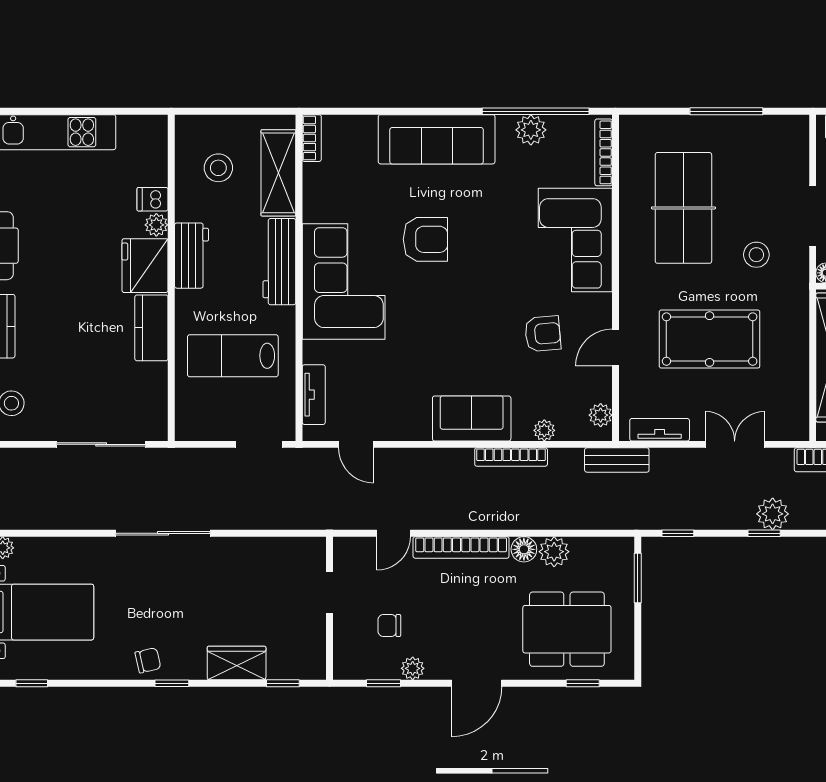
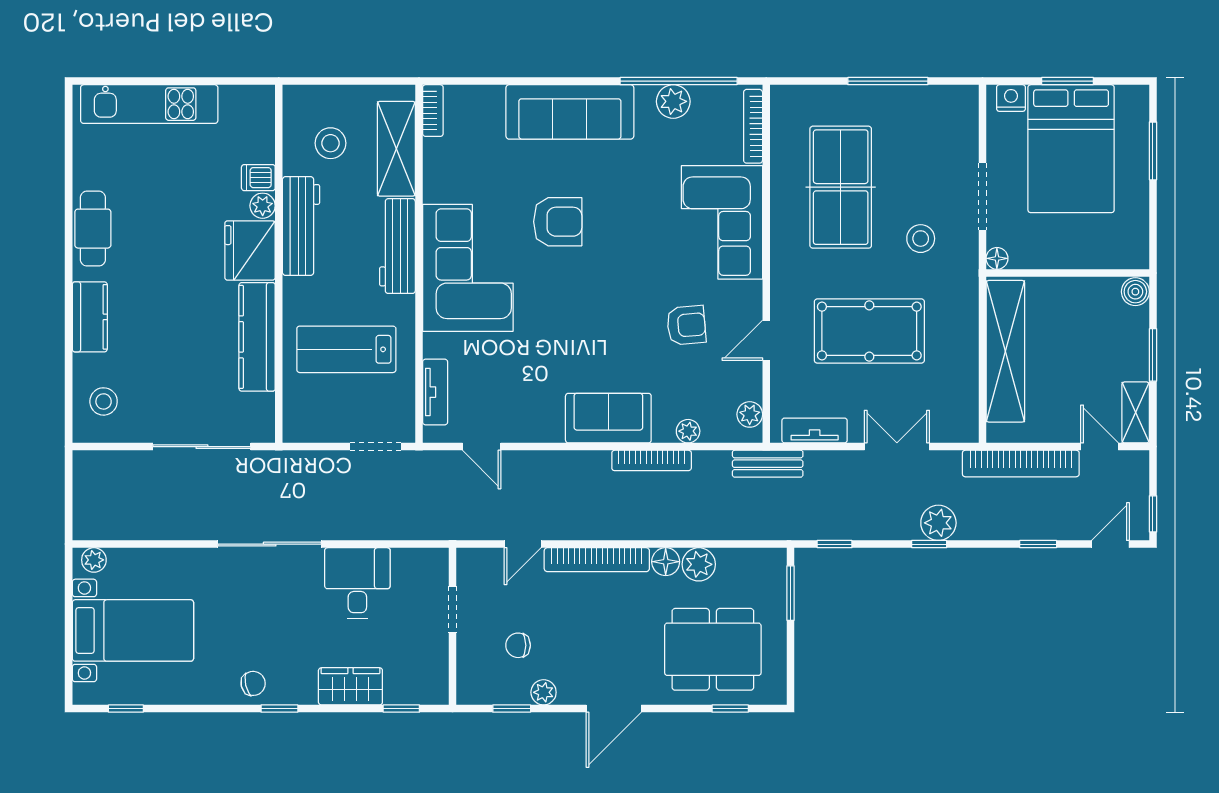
workbench: (191, 256) -> (301, 226), width x1.37
kitchen counter: (151, 328) -> (257, 337), width x1.50
desk: (243, 569) -> (357, 583), added

